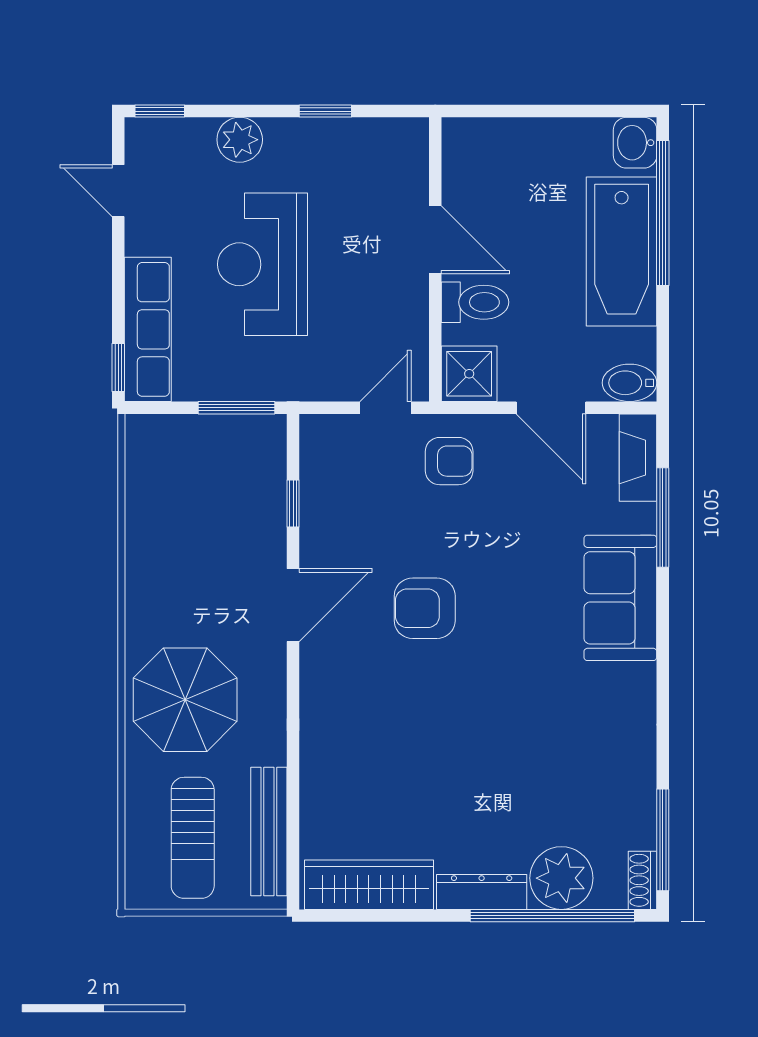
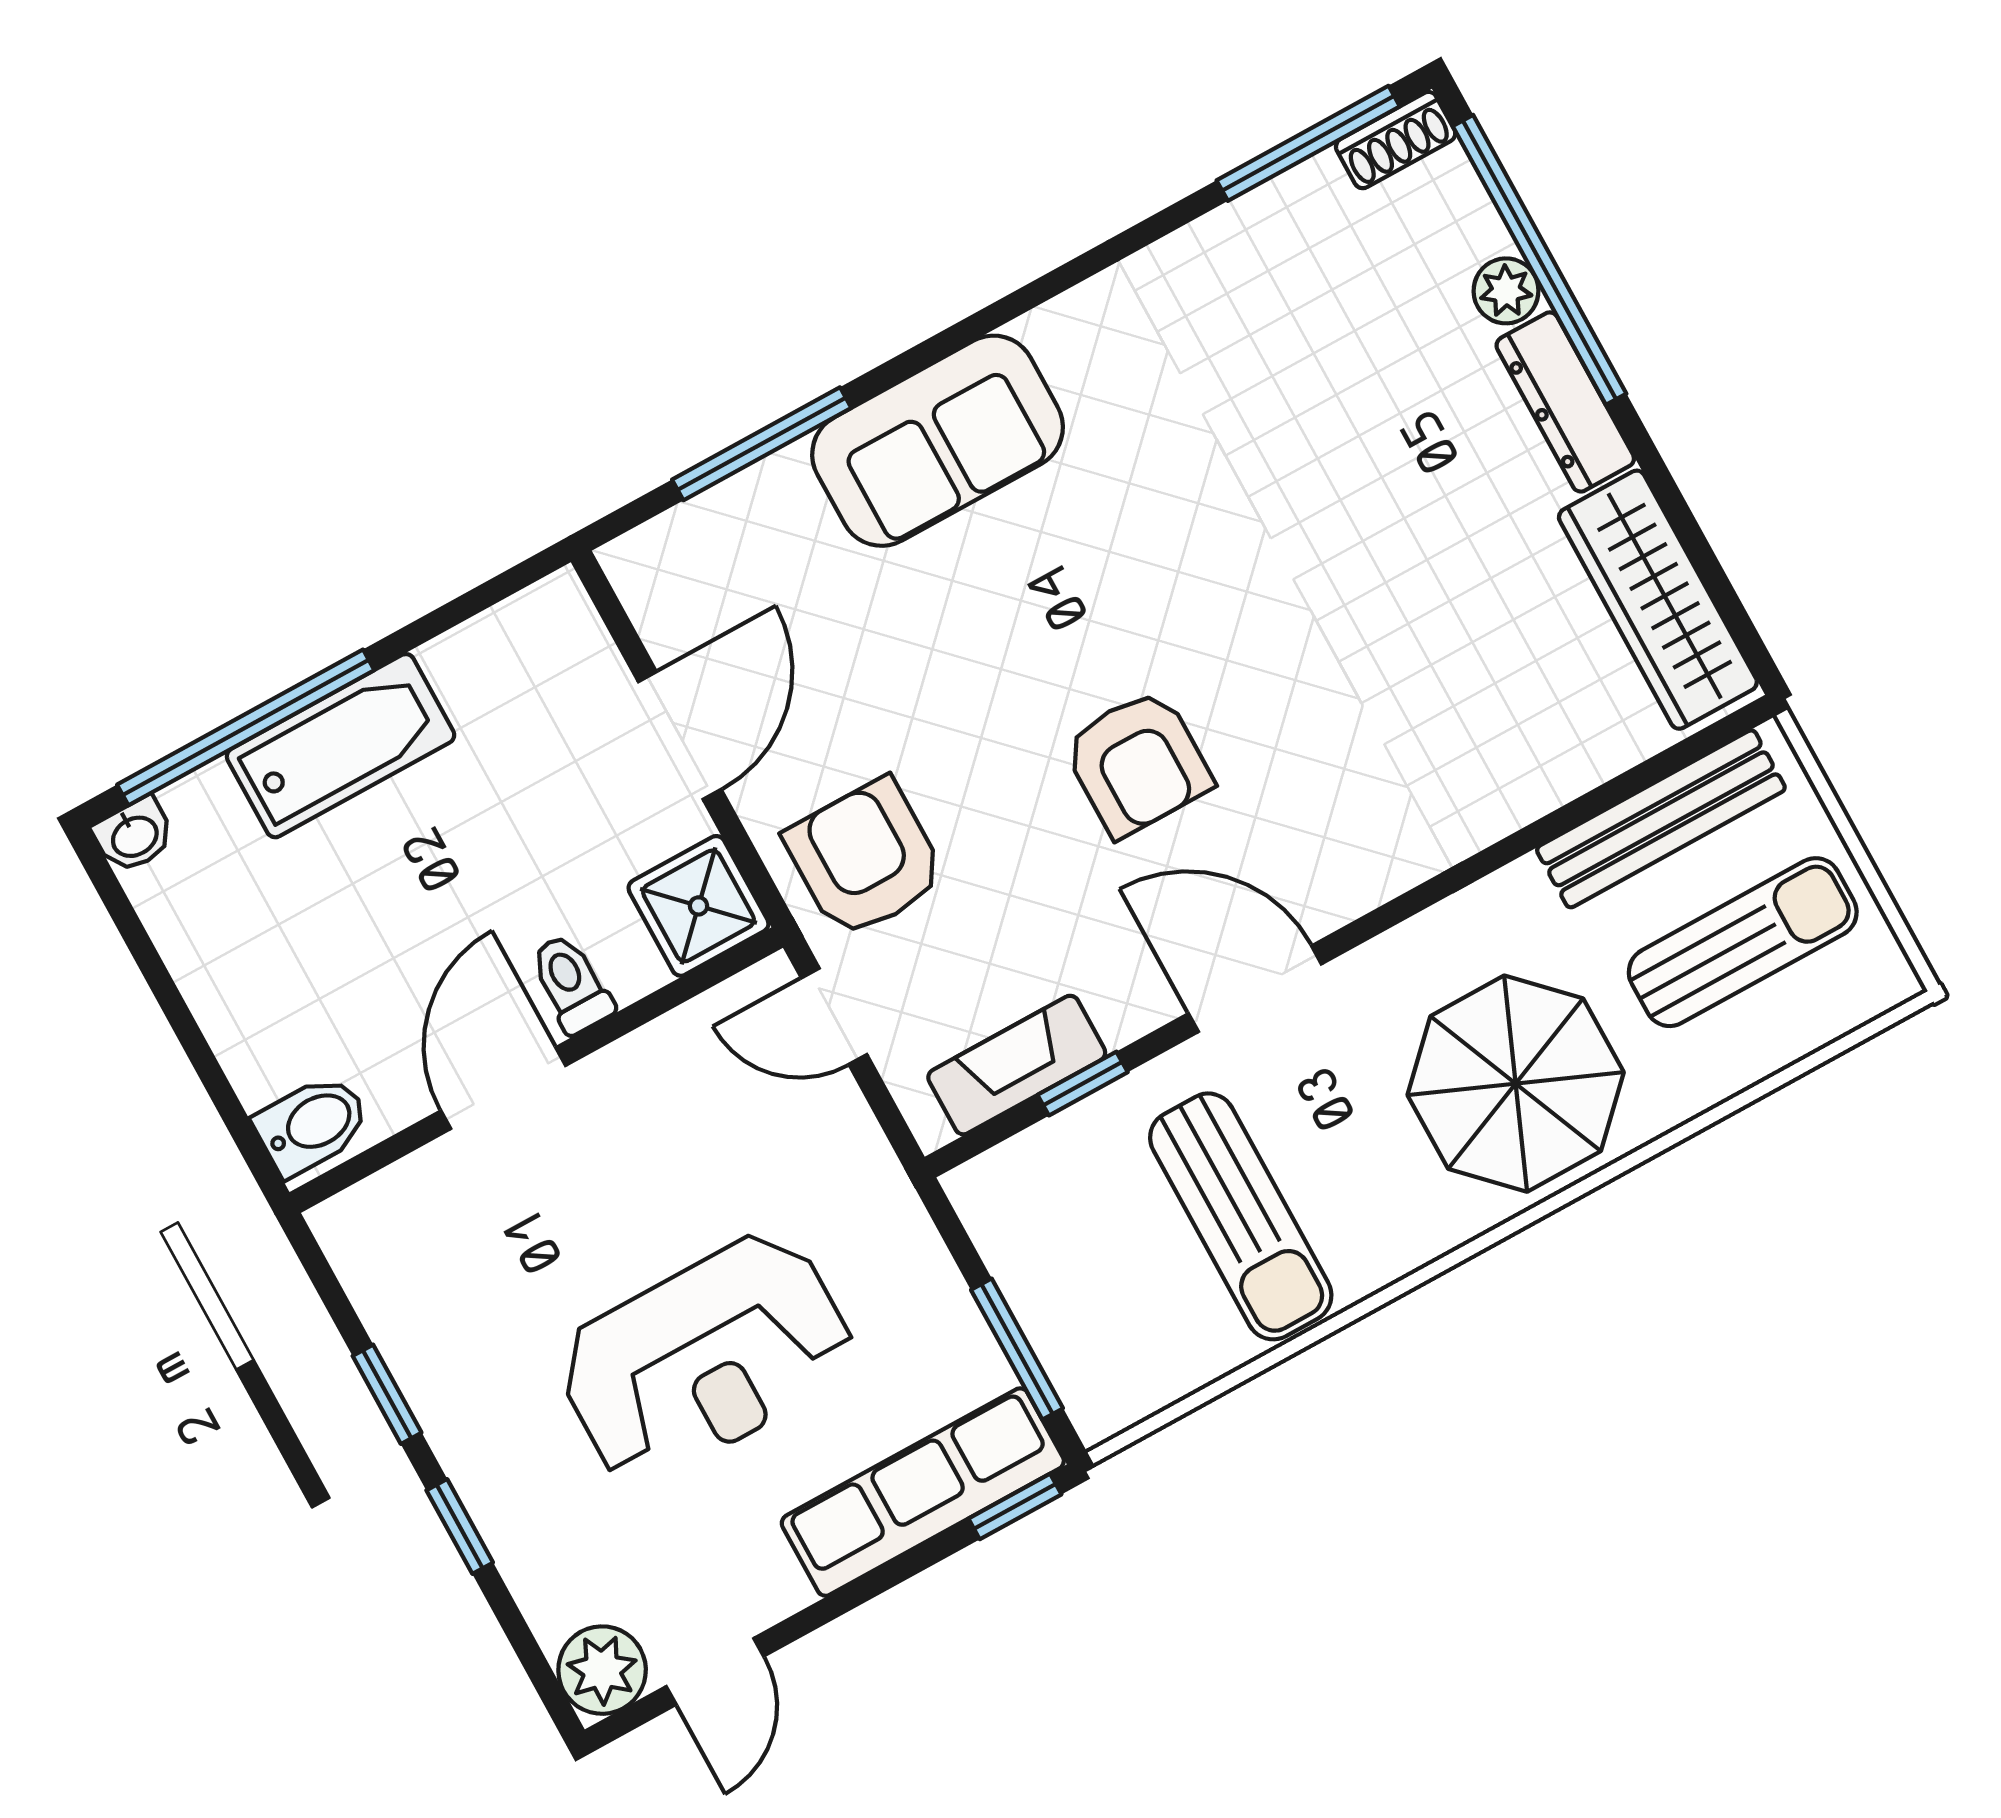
window: (160, 111) -> (460, 1526), moved
plant: (240, 140) -> (602, 1670), moved
washbasin: (635, 143) -> (134, 835), width x0.72, depth x0.69
bathtub: (622, 251) -> (341, 746), width x0.73, depth x0.73
toilet: (475, 302) -> (571, 984), width x0.73, depth x0.72
bidet: (630, 383) -> (312, 1125), moved, turned -90
window: (236, 408) -> (1017, 1349), moved
fireplace: (638, 458) -> (1017, 1065), moved, turned 180
armchair: (449, 461) -> (865, 858), width x1.38, depth x1.38
sun lounger: (193, 542) -> (1241, 1216), added
plant: (561, 878) -> (1506, 291), width x0.53, depth x0.53

